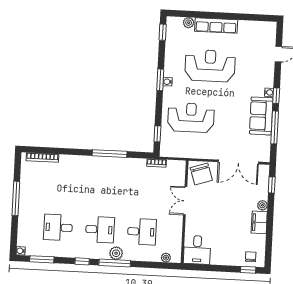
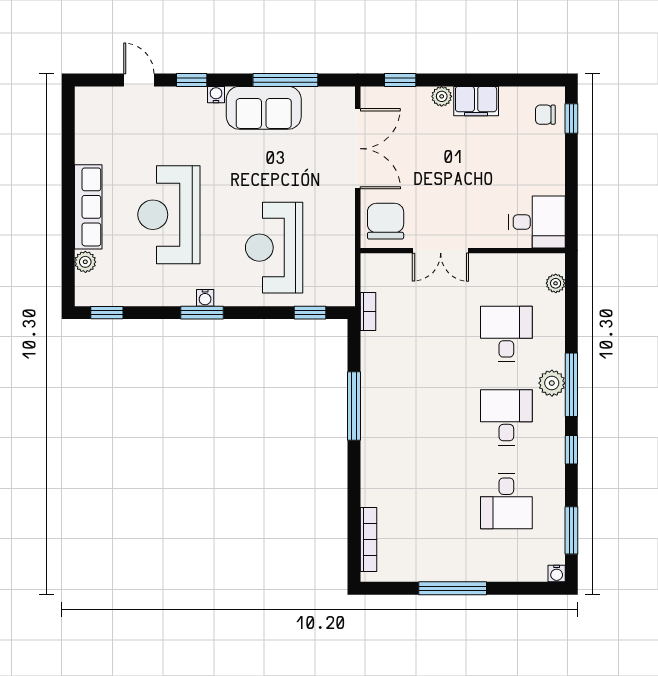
window: (276, 96) -> (192, 80), moved
chair: (201, 174) -> (386, 221), turned -72

